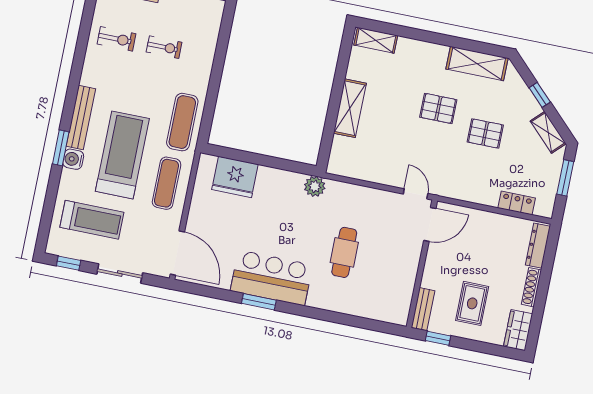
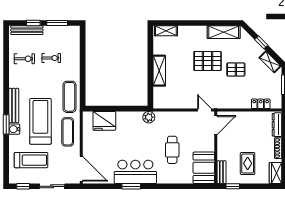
pallet: (438, 108) -> (208, 61), width x1.50, depth x1.42
booth: (394, 295) -> (204, 168), added

